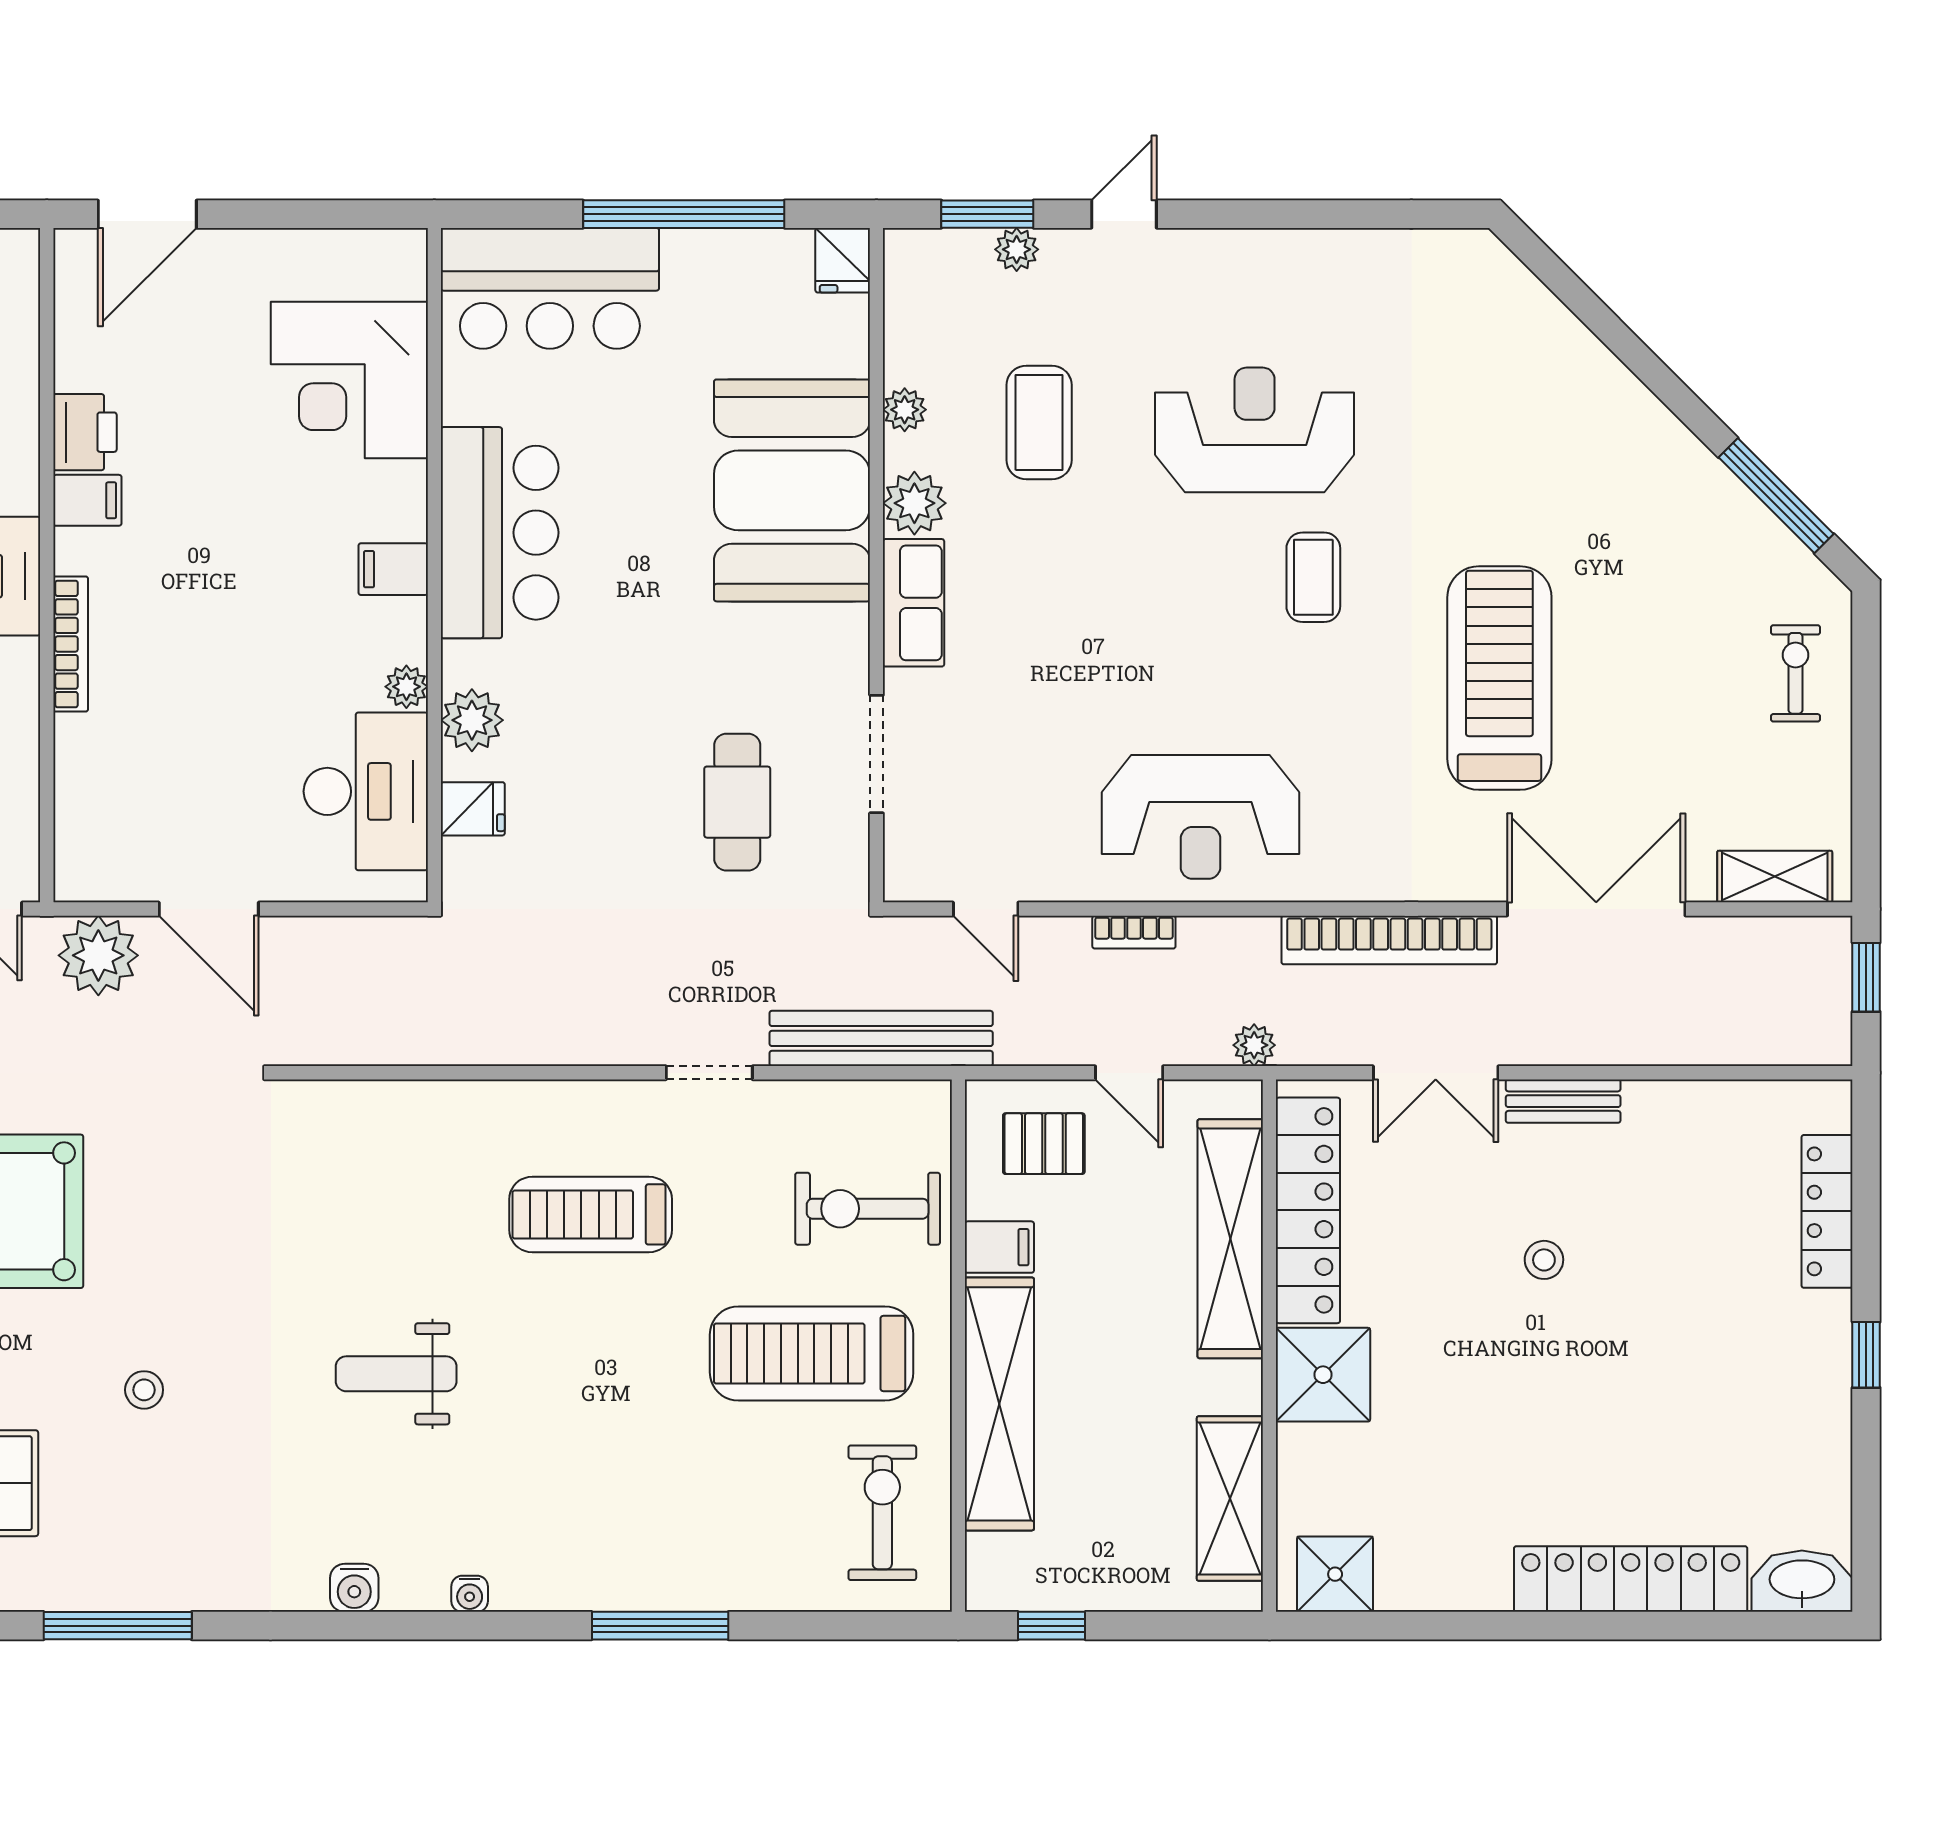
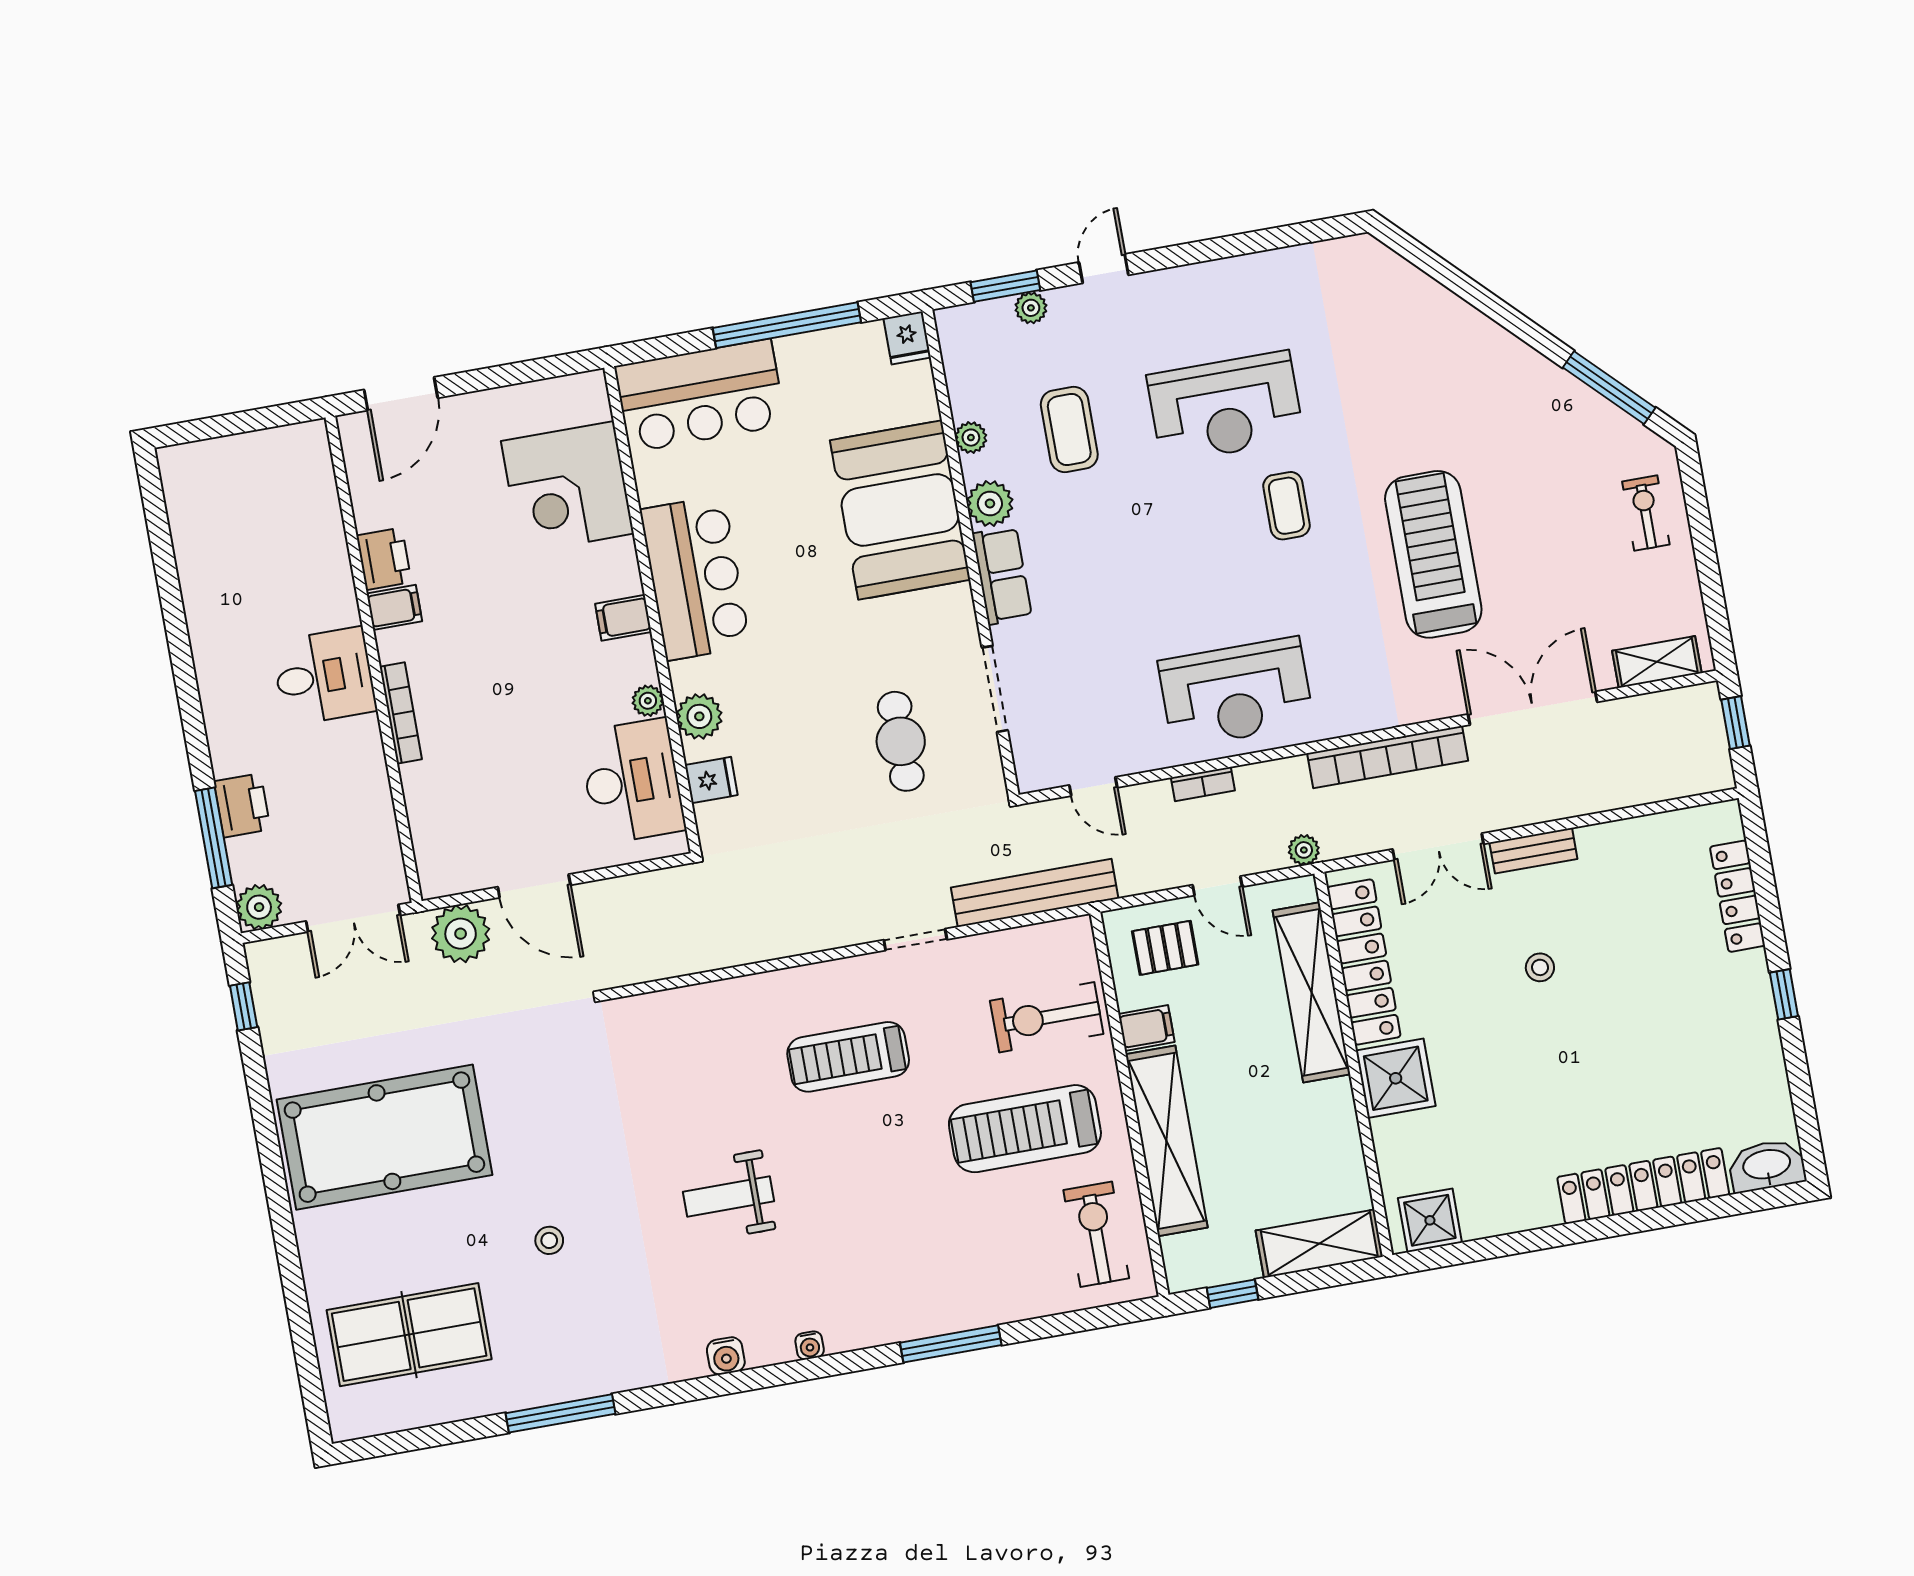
reception desk: (1255, 430) -> (1225, 407), turned 180
shelving: (1230, 1499) -> (1319, 1244), moved, turned 90

